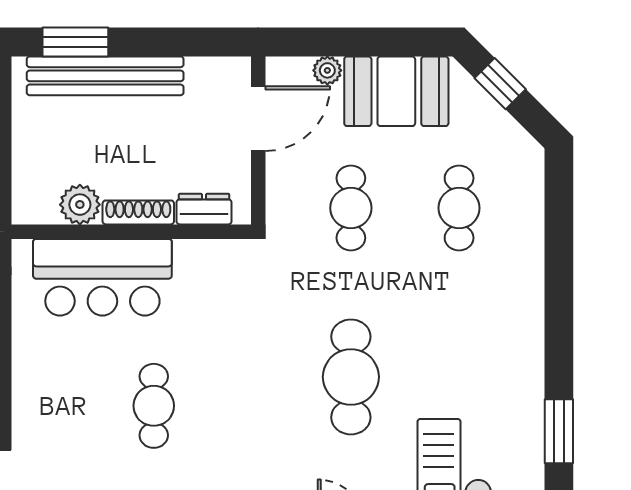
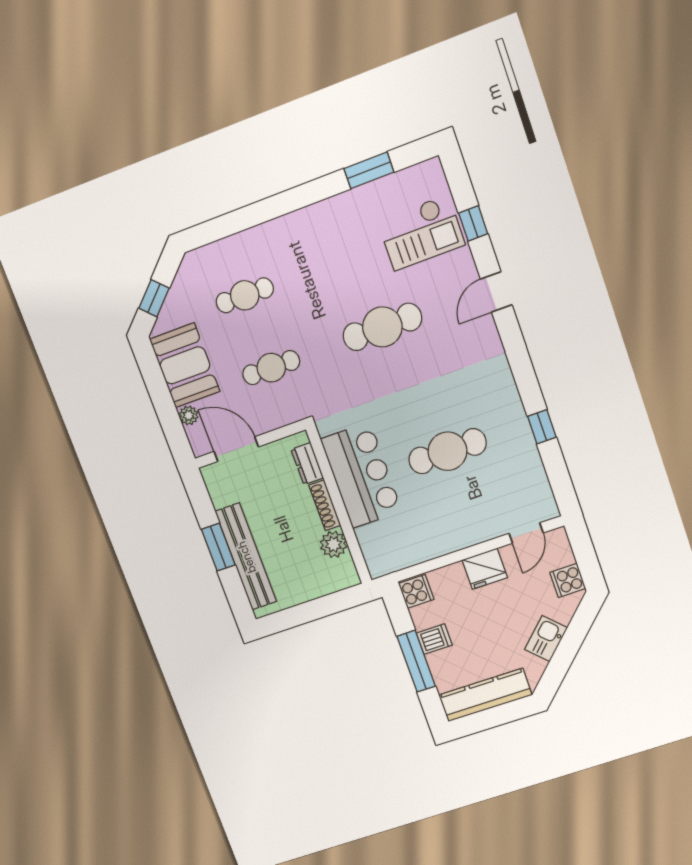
window: (75, 42) -> (218, 547), moved
bar counter: (102, 277) -> (361, 475), moved
cafe table: (154, 406) -> (447, 451), width x1.37, depth x1.35

